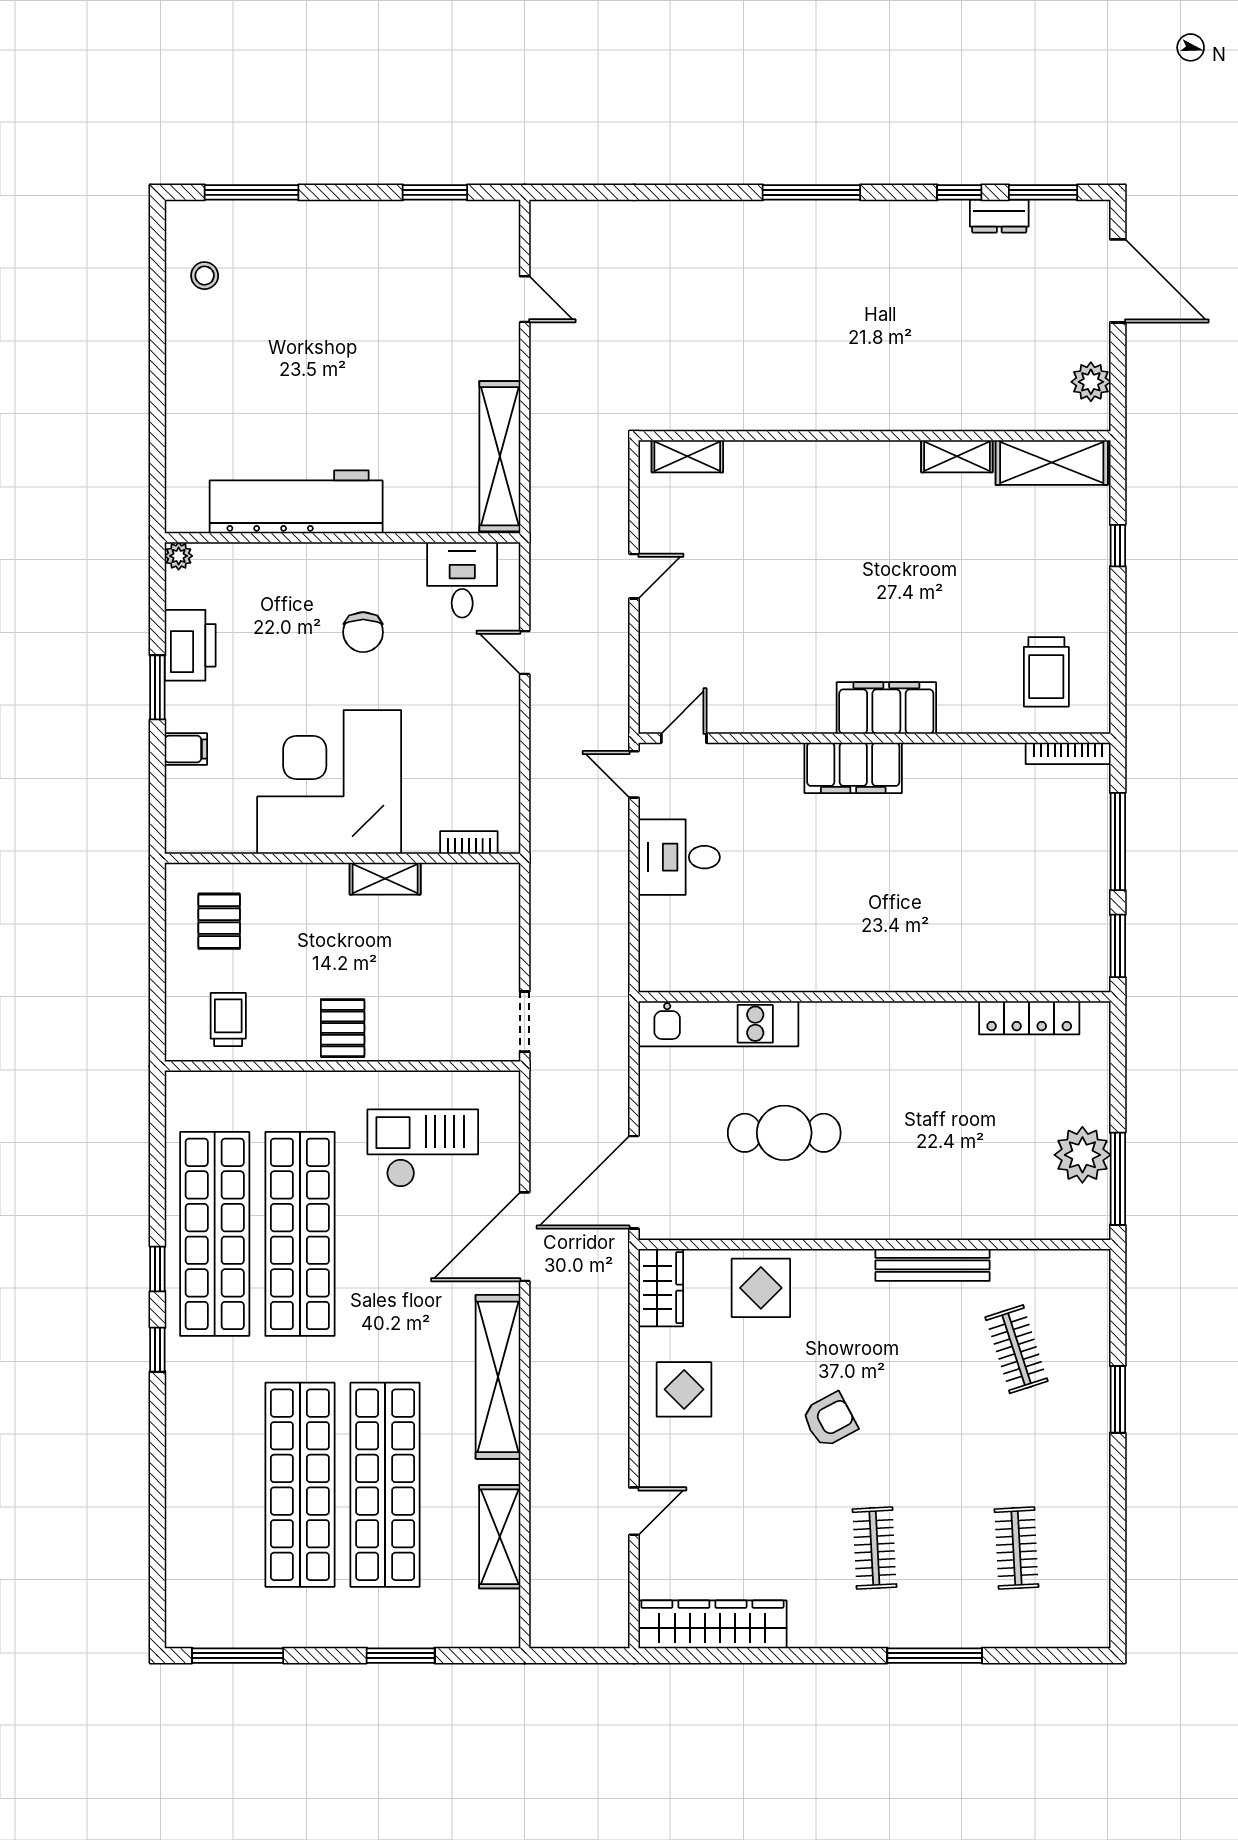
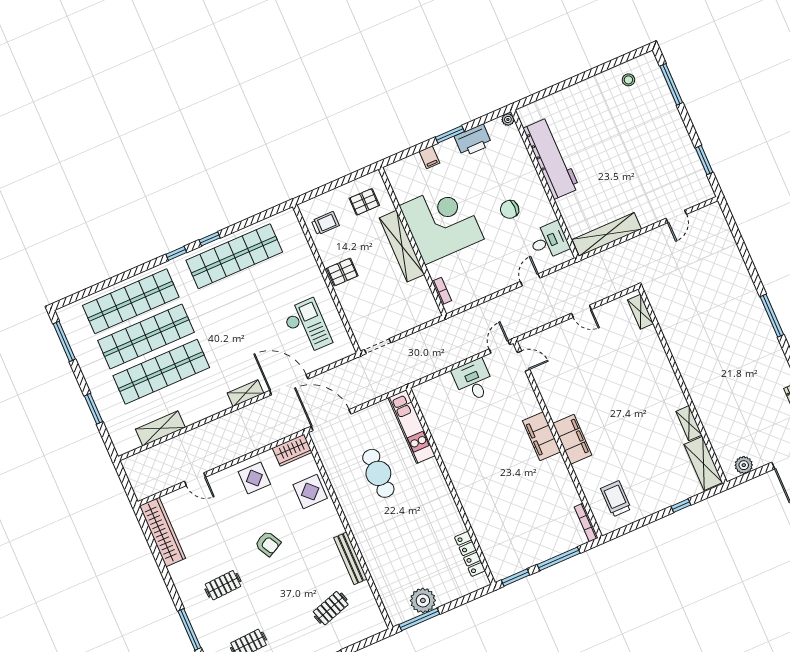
trolley: (1046, 672) -> (616, 499), turned 90
shelving: (385, 879) -> (402, 246), width x2.20, depth x1.33
shop shelf: (300, 1234) -> (131, 301), moved
shelving: (498, 1377) -> (246, 393), width x0.45, depth x0.75

